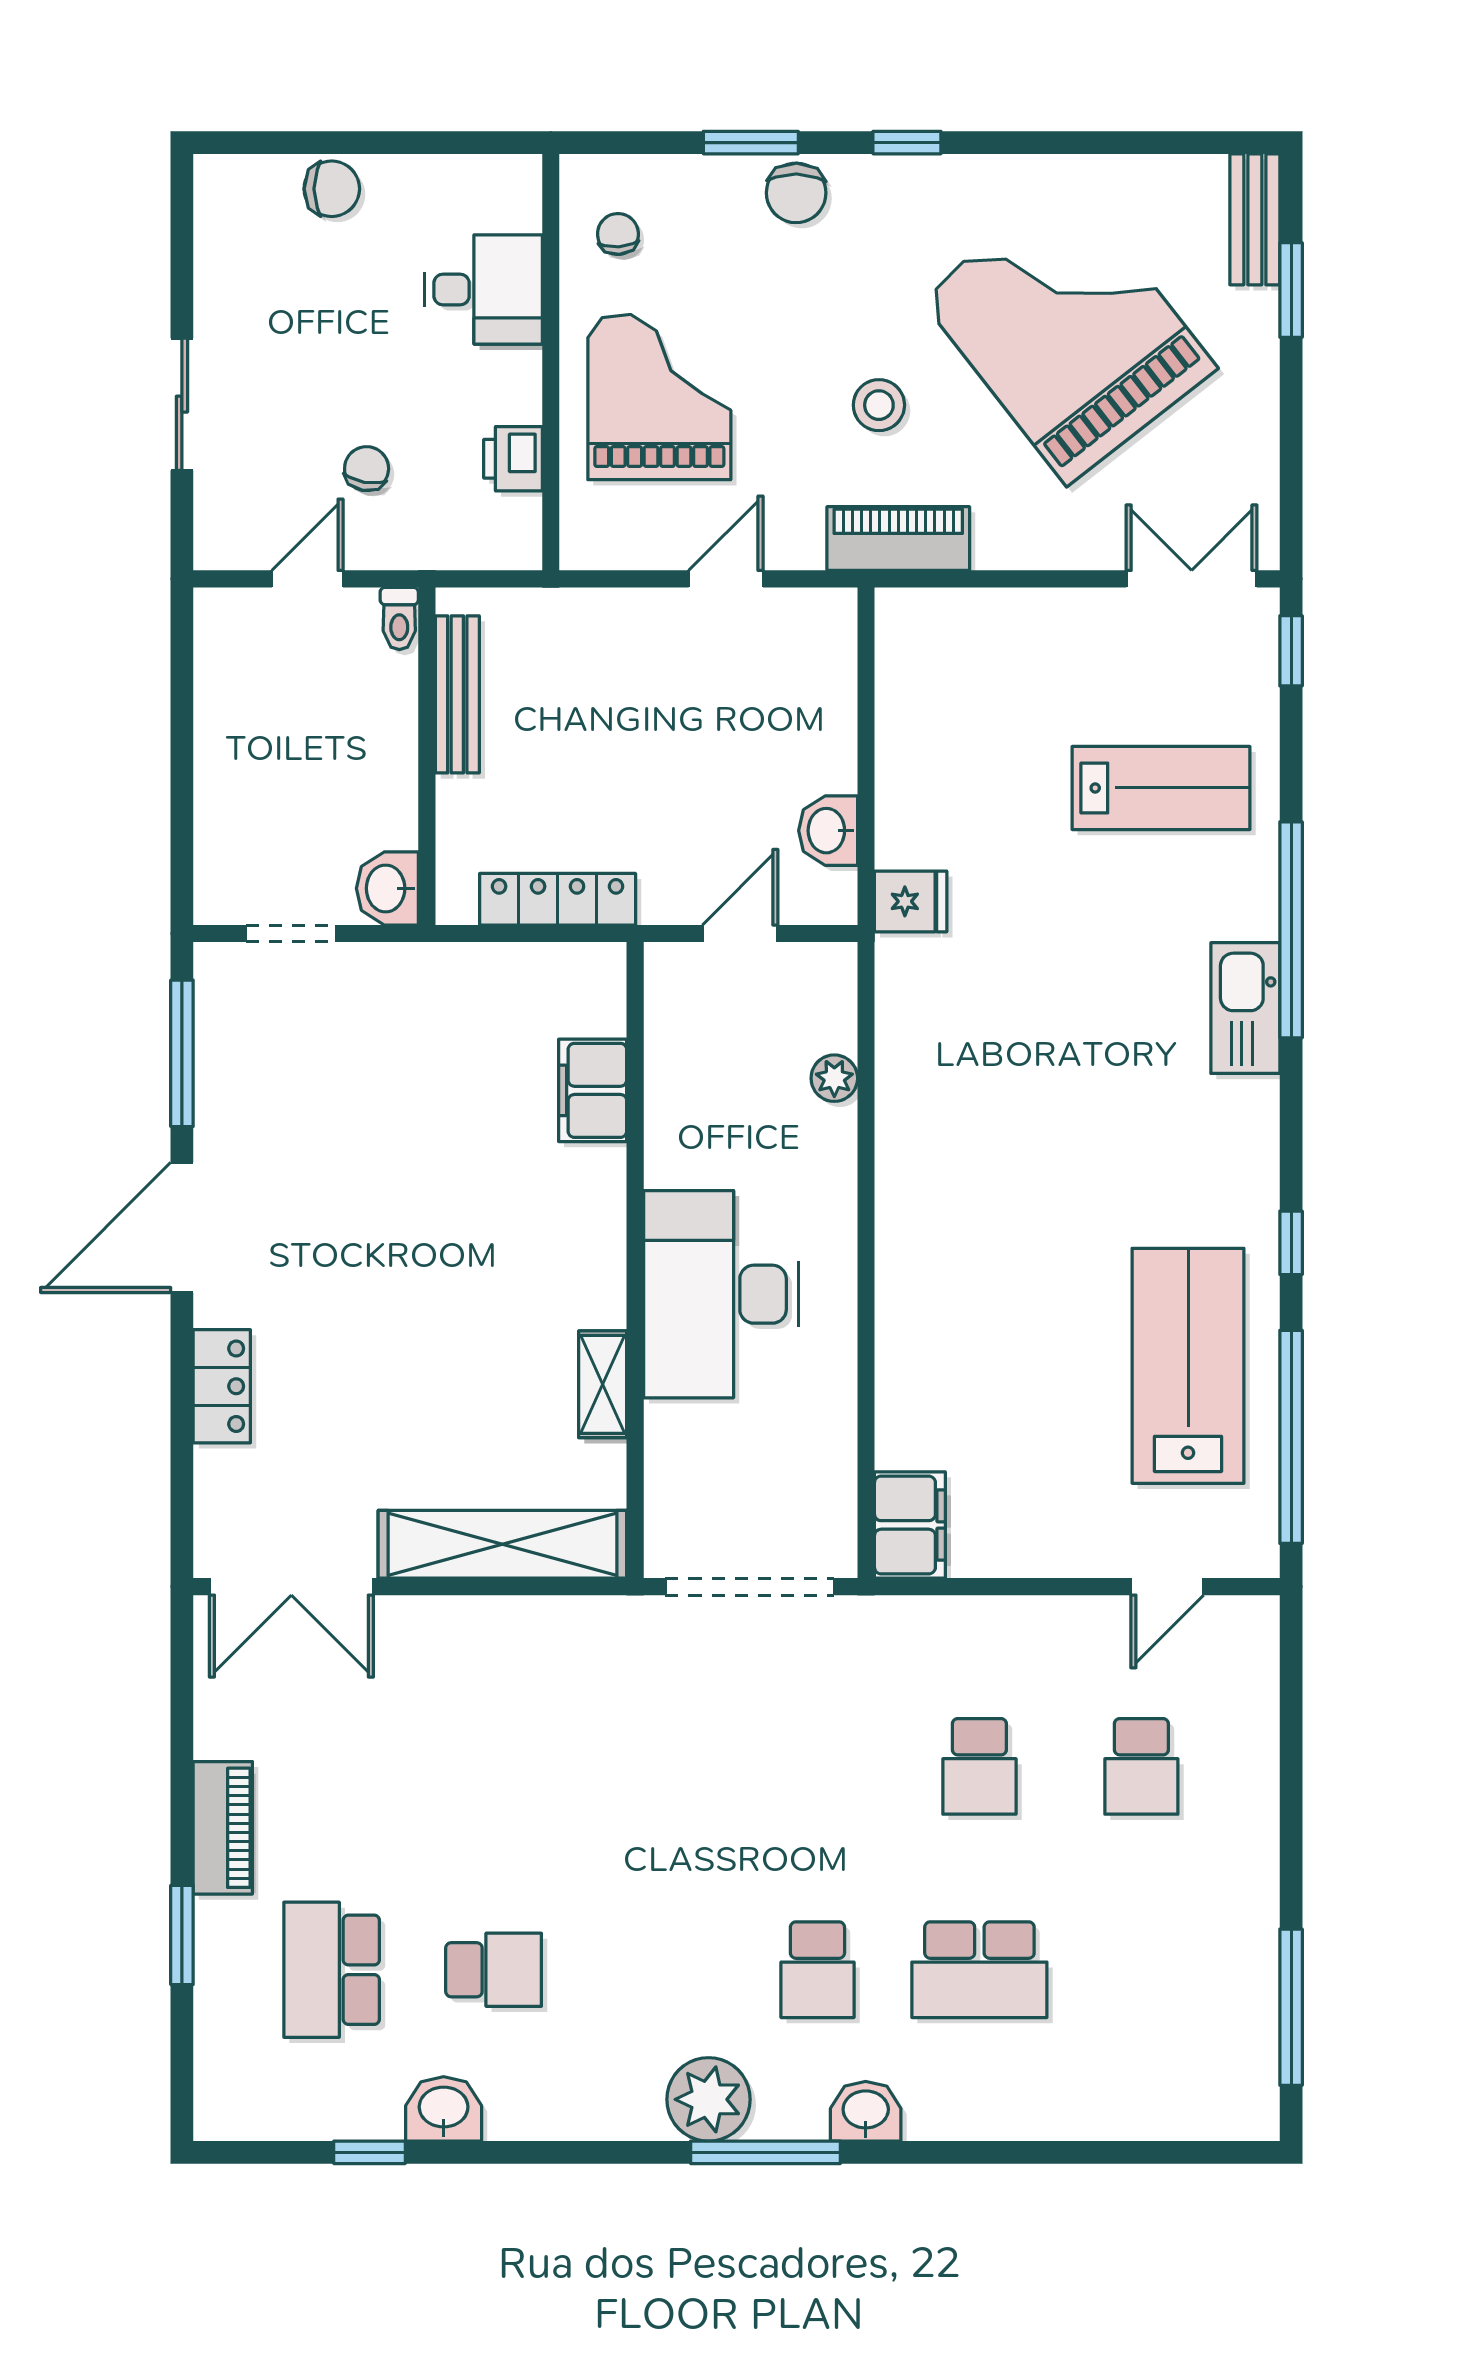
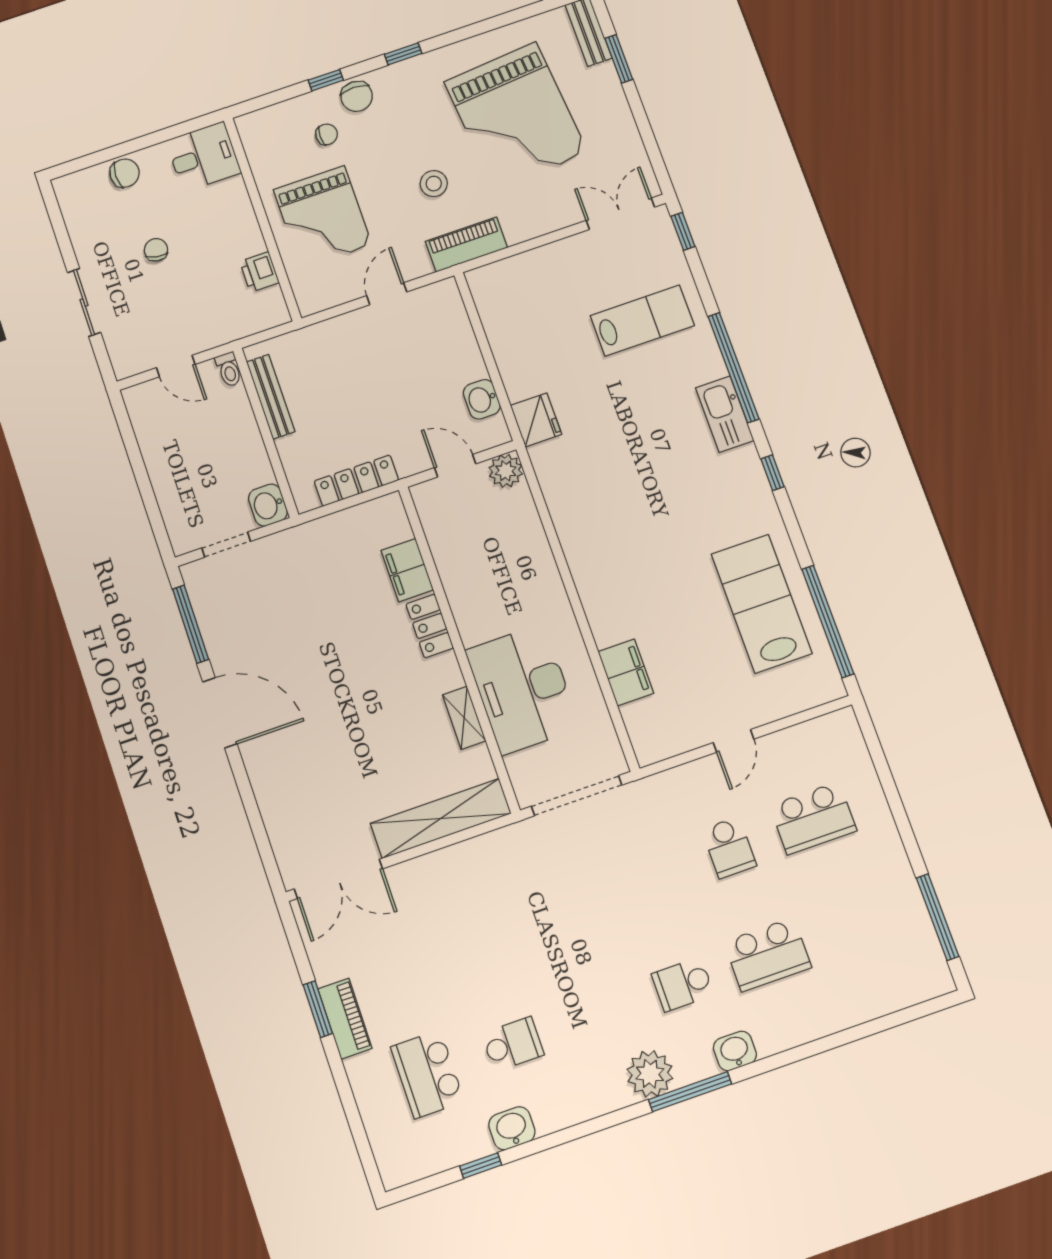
window: (751, 143) -> (326, 80), width x0.67
chair: (618, 234) -> (327, 134), moved, turned 94
desk: (483, 289) -> (203, 157), moved
grand piano: (1068, 333) -> (516, 117), turned -147
grand piano: (659, 397) -> (323, 217), turned 180
chair: (367, 469) -> (156, 250), moved
door: (307, 579) -> (176, 366), swing flipped
fridge: (911, 901) -> (536, 420), width x1.38
door: (740, 934) -> (455, 466), hinge flipped
plant: (834, 1078) -> (506, 471), moved, width x1.38, depth x1.38
door: (182, 1227) -> (220, 713), swing flipped
window: (1291, 1243) -> (773, 473), moved
desk: (721, 1294) -> (523, 689), moved
locker: (222, 1386) -> (430, 626), moved, turned 180
filing cabinet: (910, 1525) -> (626, 672), moved
door: (1167, 1587) -> (734, 741), moved
school desk: (1141, 1766) -> (813, 818), width x1.85
window: (182, 1935) -> (318, 1009), moved
school desk: (817, 1970) -> (683, 984), turned 90

